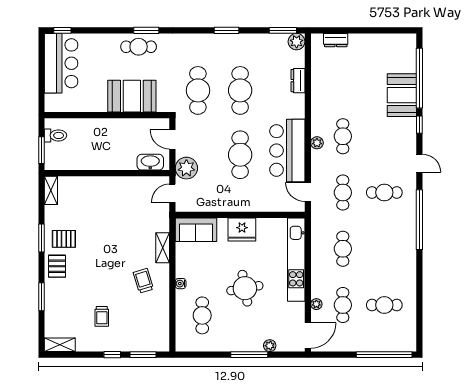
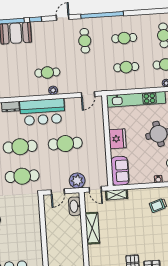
booth: (132, 96) -> (29, 222), removed
bar counter: (287, 150) -> (42, 112), moved
shelving: (117, 185) -> (92, 228), added
cafe table: (343, 193) -> (124, 38), moved
shelving: (163, 248) -> (117, 195), moved

